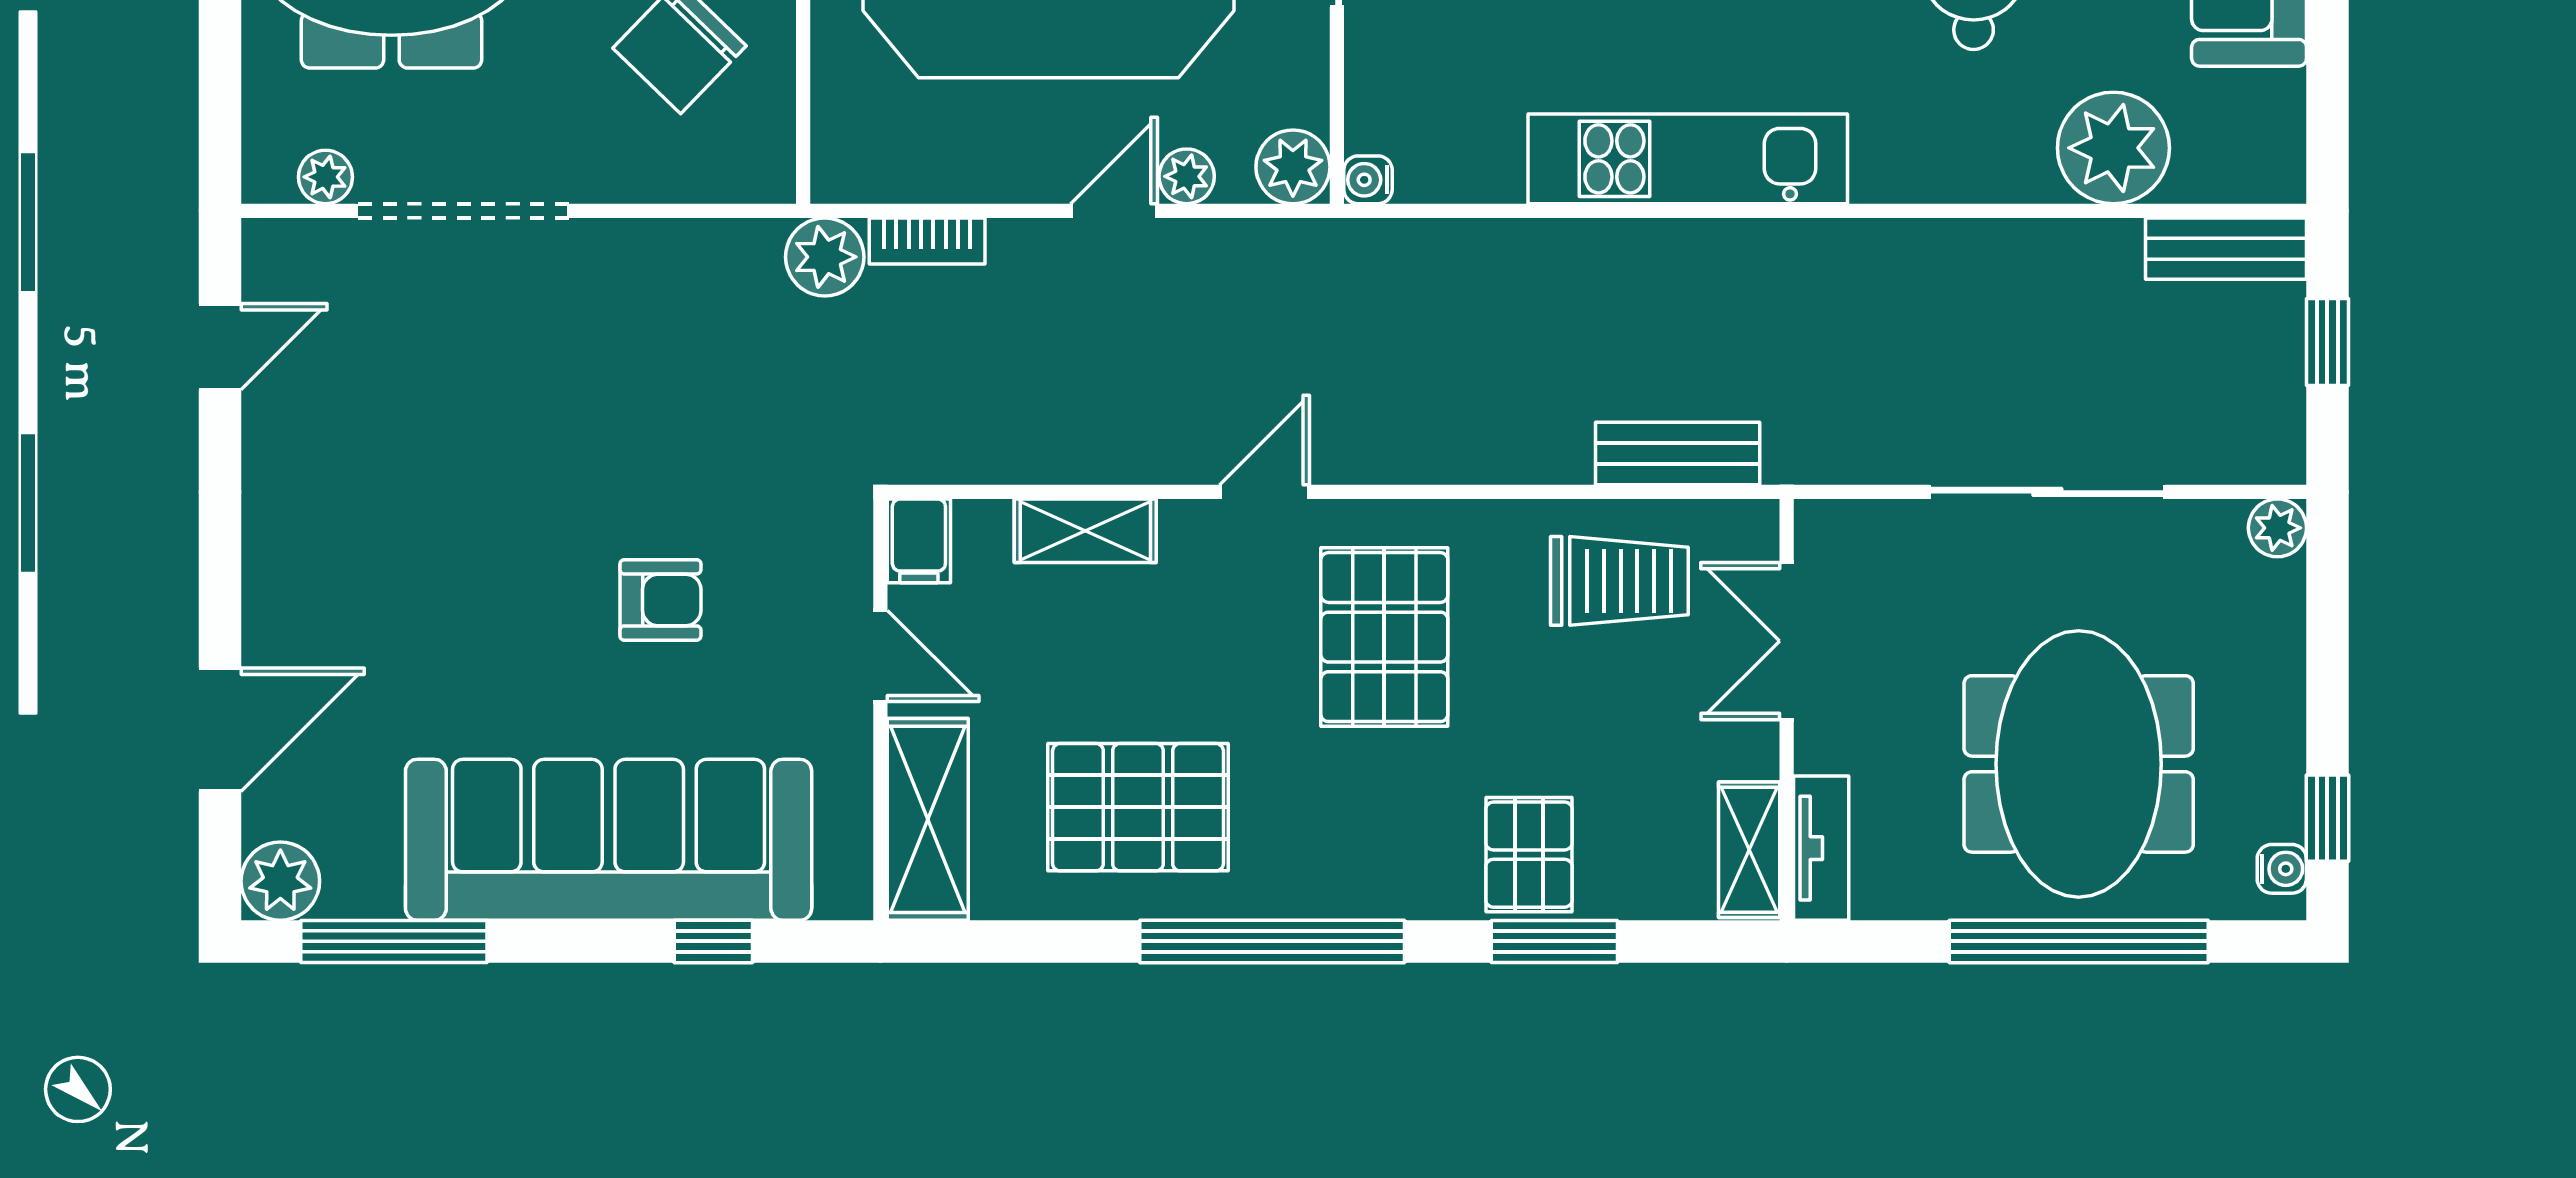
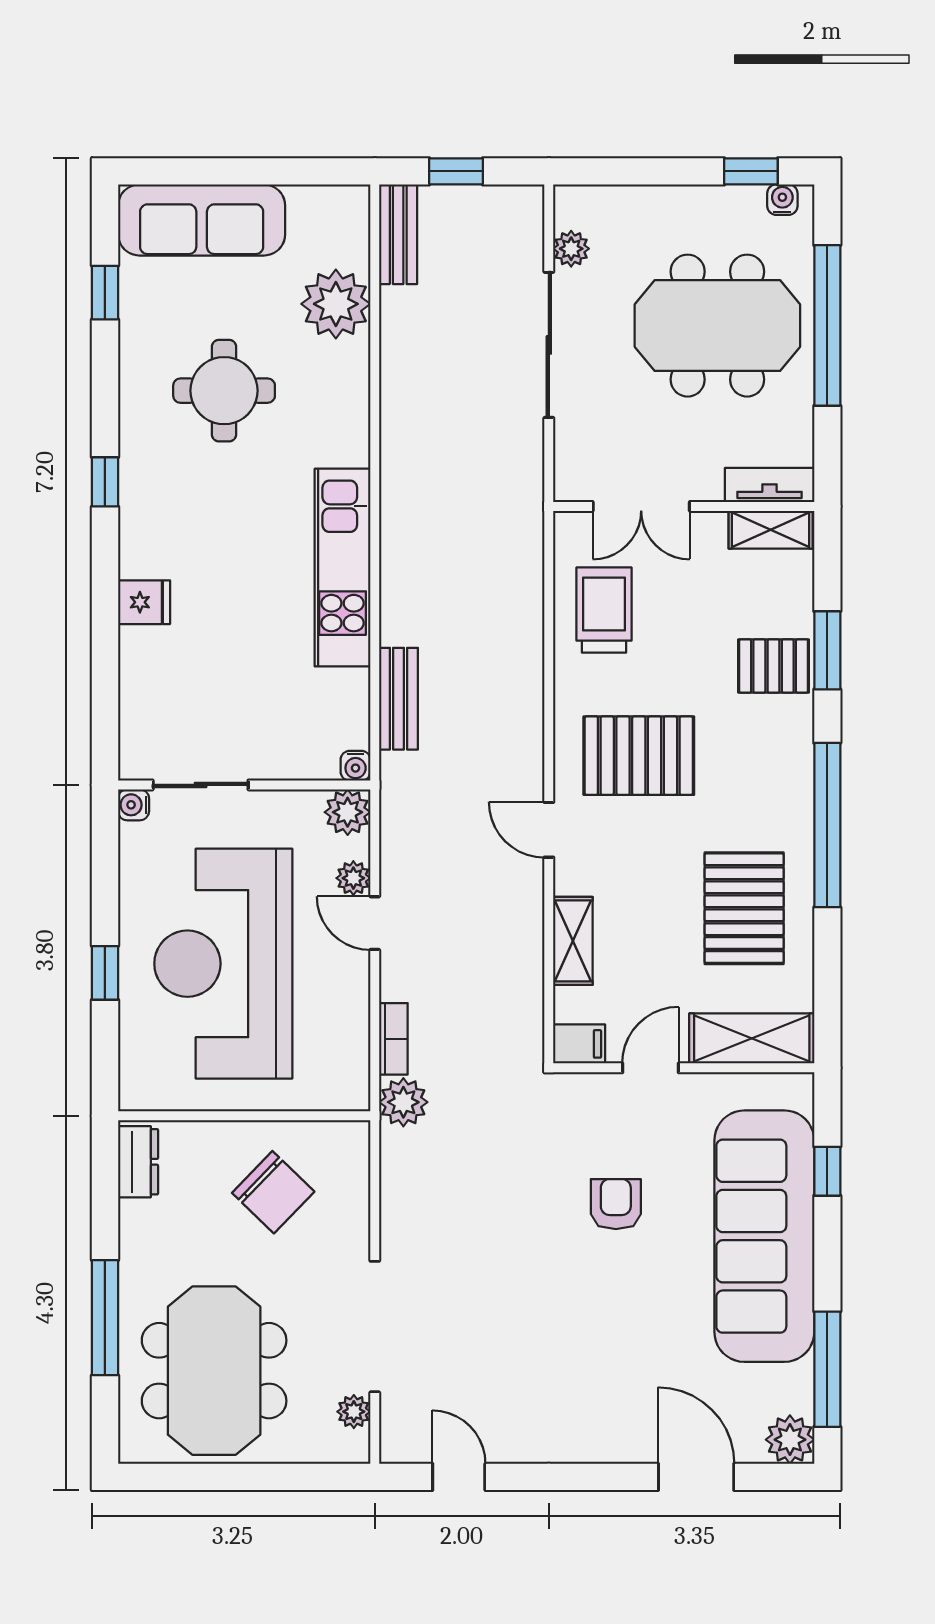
bench: (1678, 453) -> (399, 699), moved
plant: (2277, 528) -> (571, 249), moved

